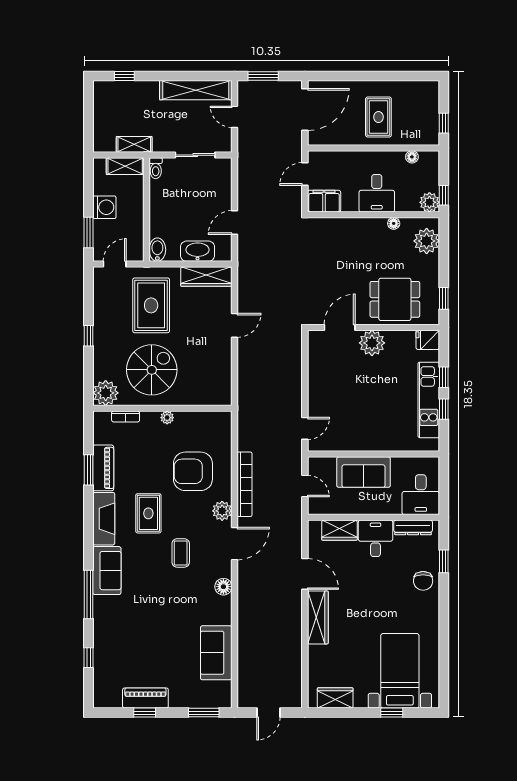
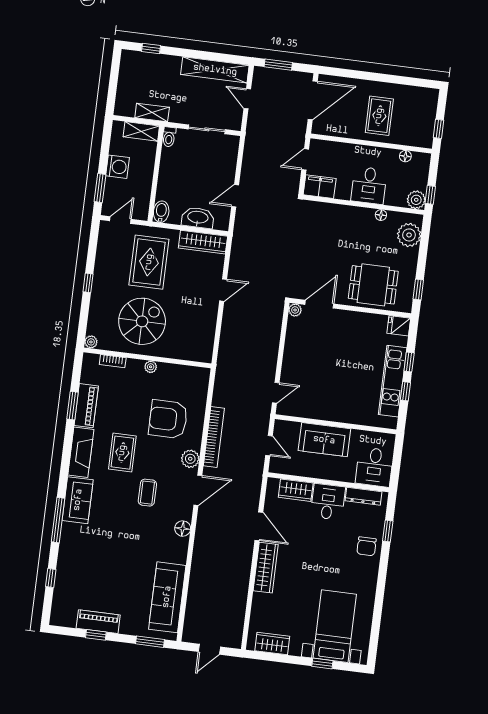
plant: (372, 343) -> (295, 310), moved, width x0.53, depth x0.53
plant: (106, 393) -> (91, 342), width x0.53, depth x0.53
sofa: (216, 653) -> (167, 597), width x1.36

